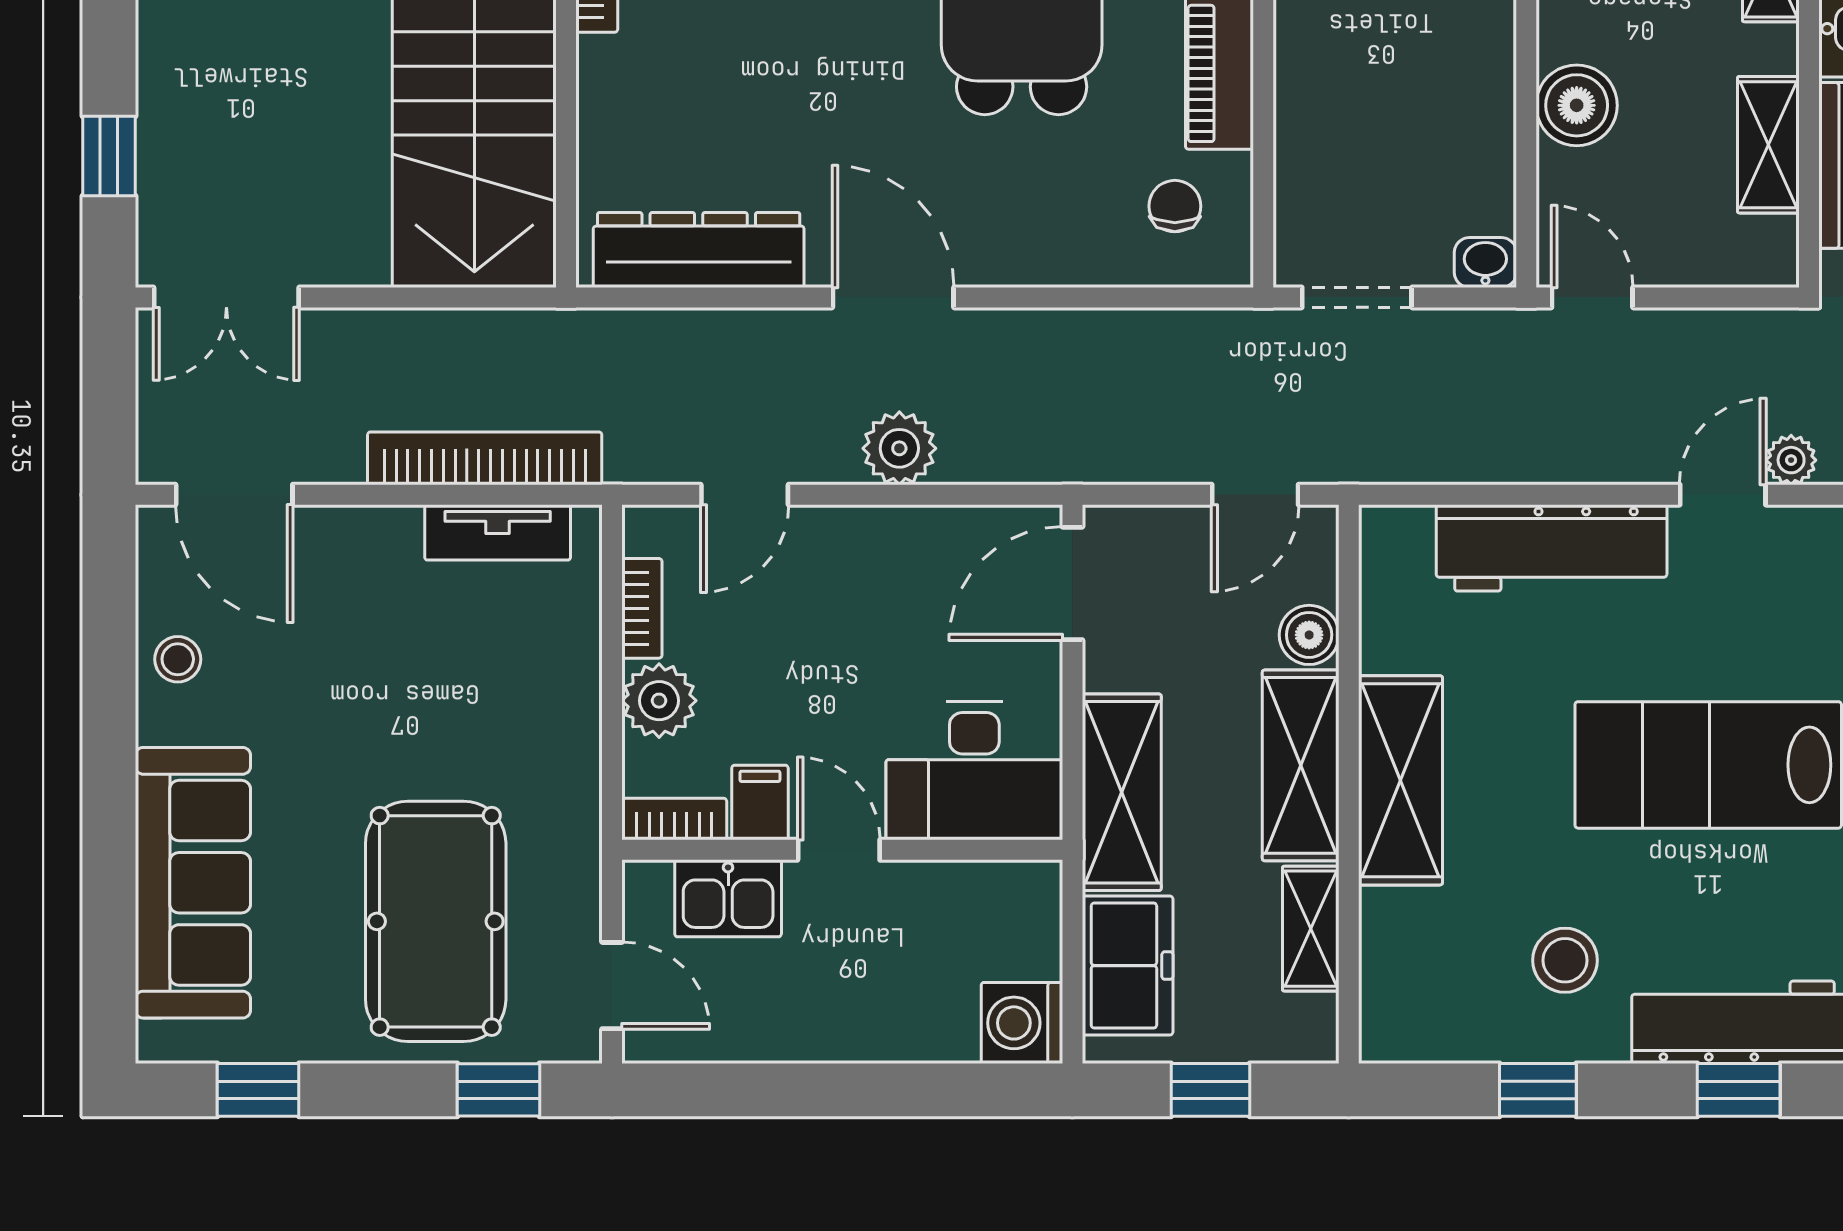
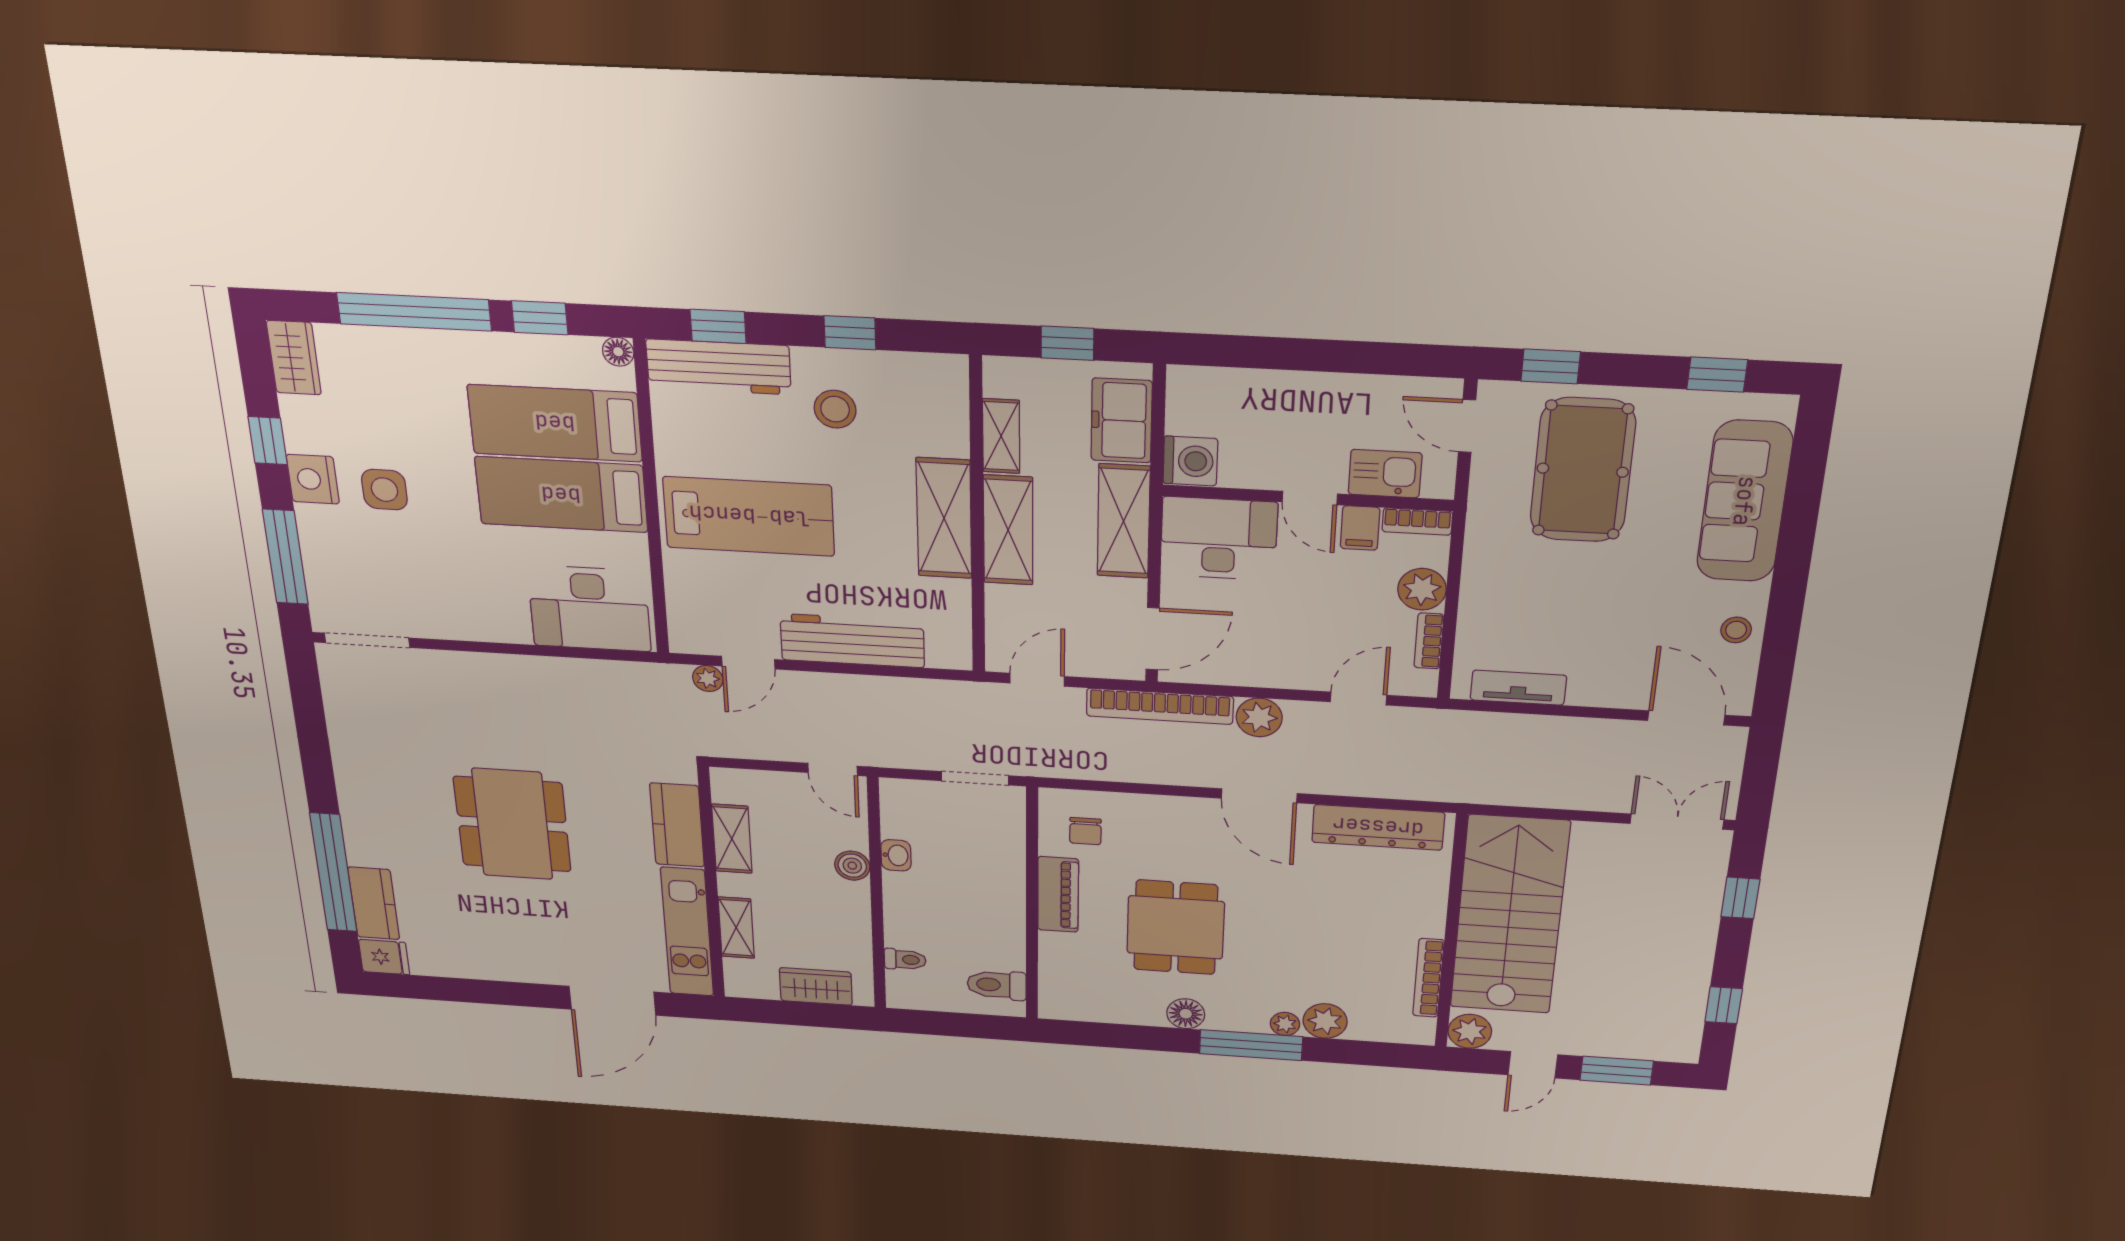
boiler: (1577, 105) -> (852, 866), width x0.73, depth x0.73
washbasin: (1485, 262) -> (896, 855), moved, turned -90
bookcase: (485, 458) -> (1160, 706), moved
boiler: (1309, 635) -> (1003, 602), removed
washing machine: (1022, 1023) -> (1190, 461), moved

